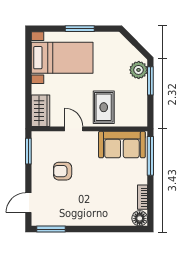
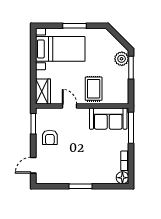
armchair: (63, 171) -> (50, 137), moved, turned -90
window: (51, 229) -> (80, 186), moved

